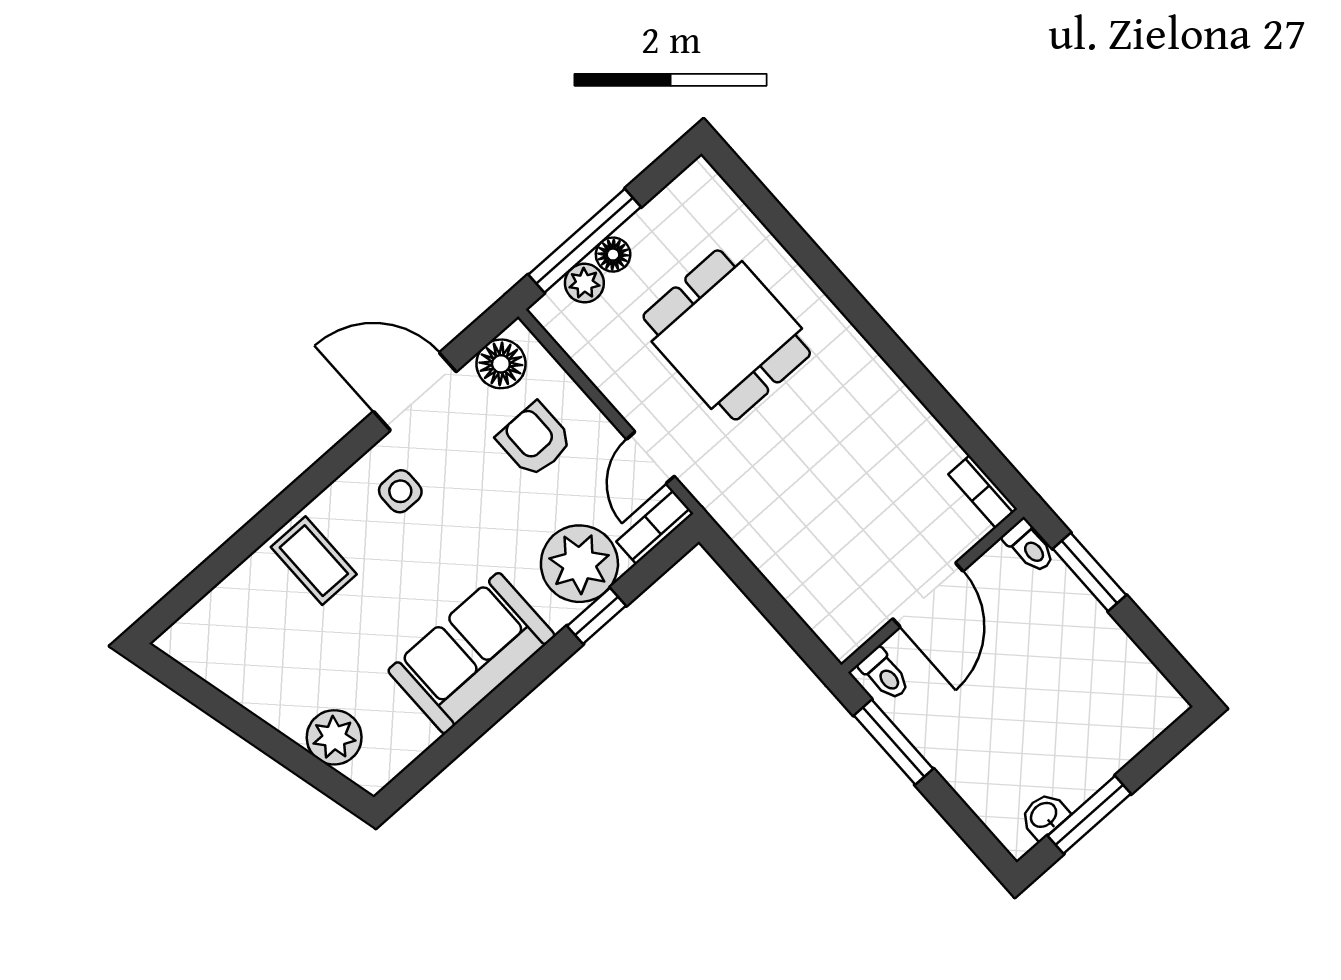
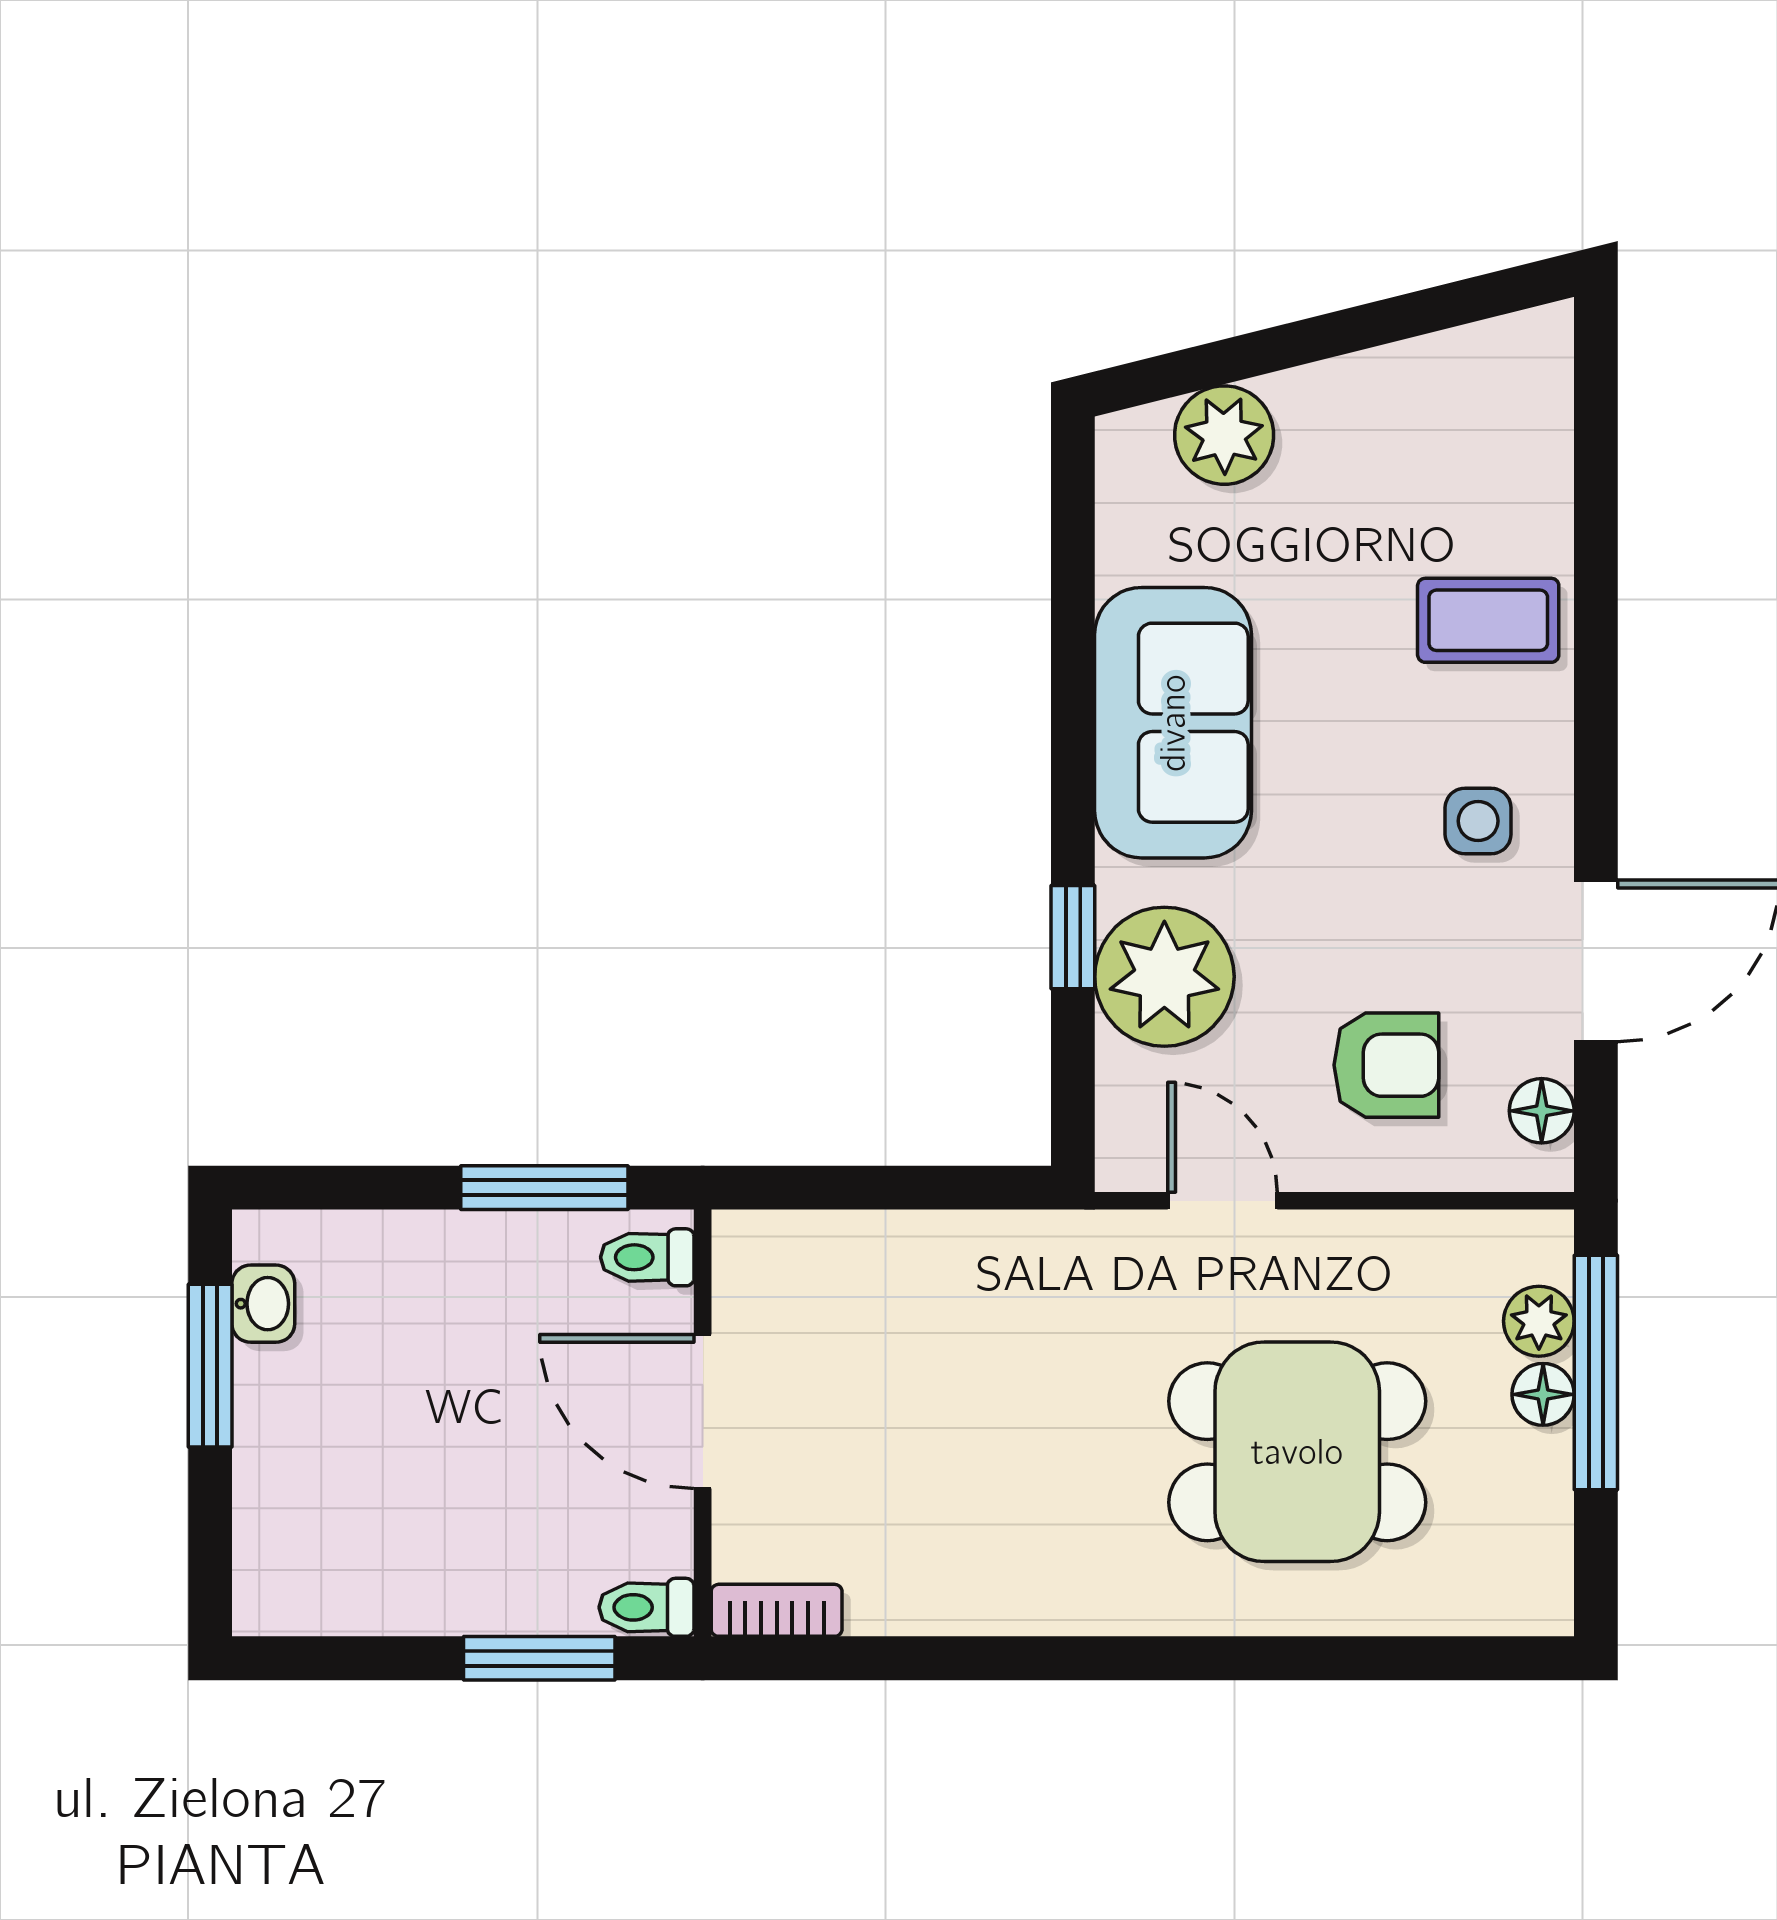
floor lamp: (501, 364) -> (1542, 1111), width x0.73, depth x0.73
bookcase: (655, 527) -> (1122, 1123), removed

